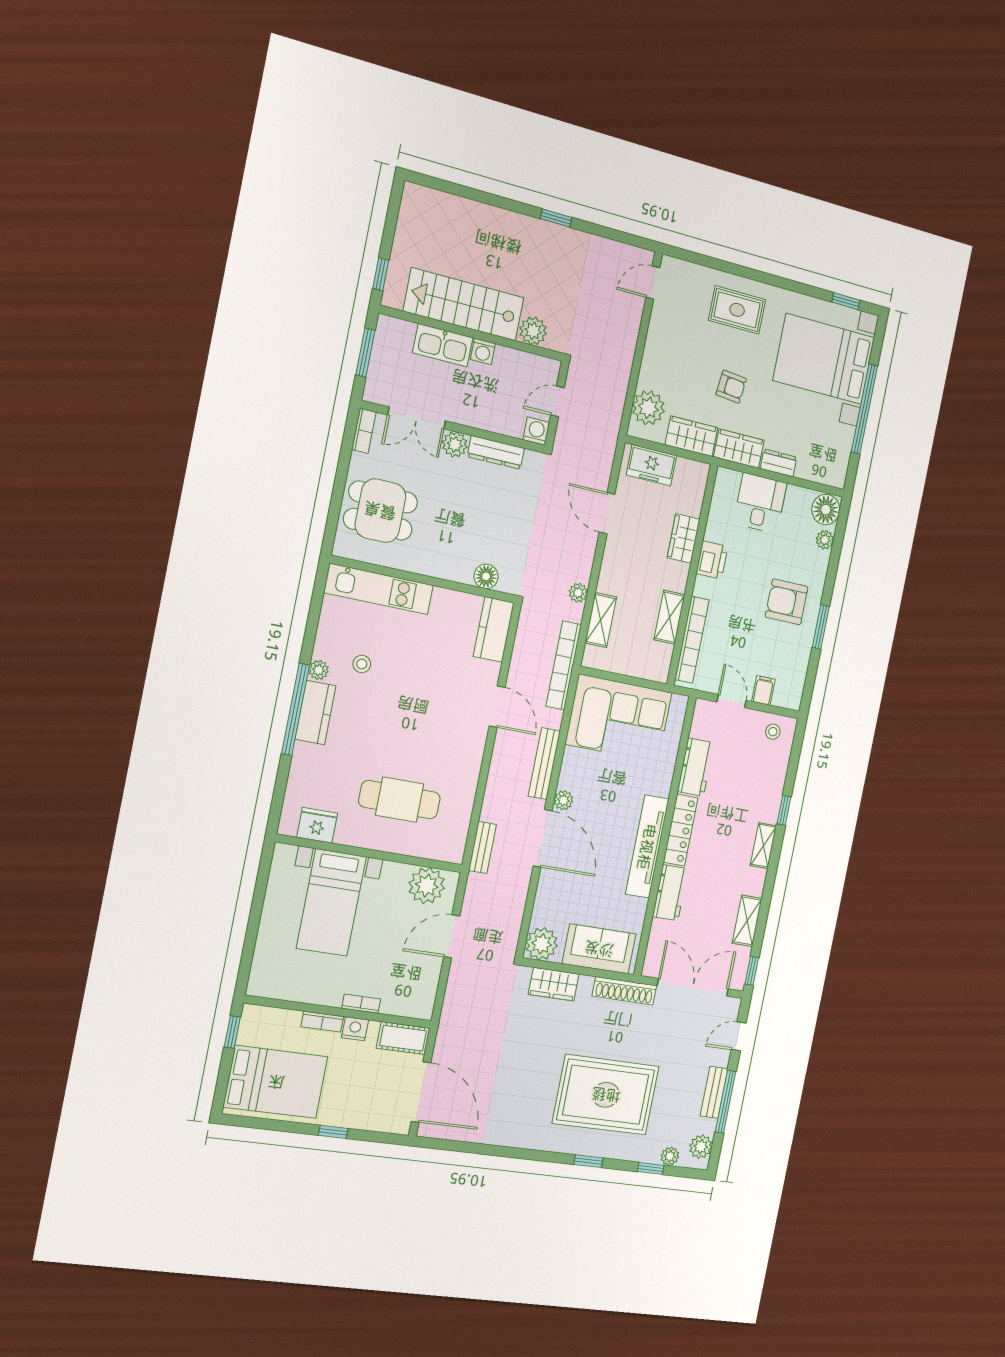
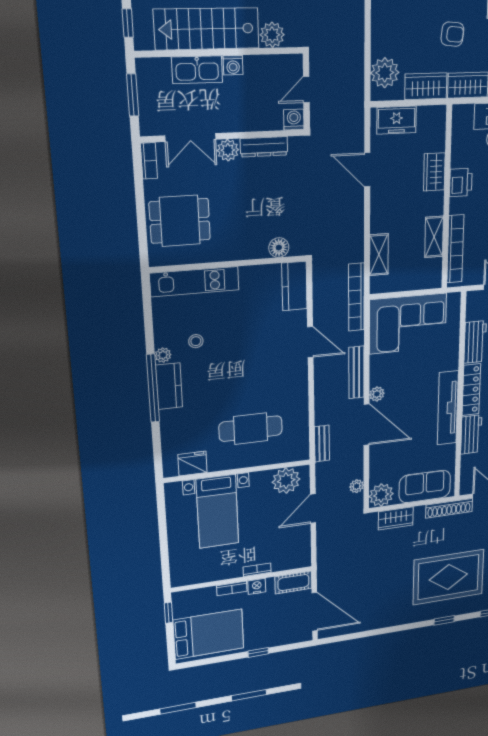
plant: (578, 593) -> (357, 486), moved

